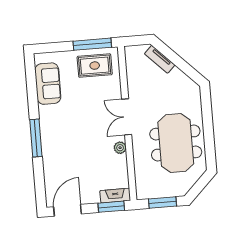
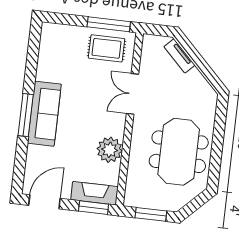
sofa: (48, 84) -> (44, 114), moved, width x1.36
double door: (127, 117) -> (133, 94), moved
plant: (120, 148) -> (110, 150), width x1.88, depth x1.88
fireplace: (115, 196) -> (94, 193), width x1.37, depth x1.32

